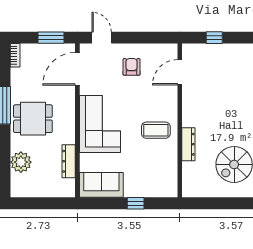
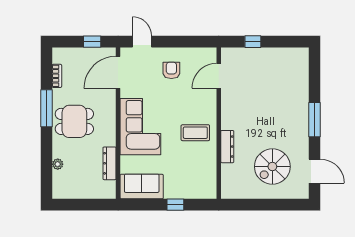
window: (51, 38) -> (92, 42), width x0.67
bookcase: (15, 55) -> (57, 76), moved
plant: (21, 162) -> (58, 164), width x0.53, depth x0.53

